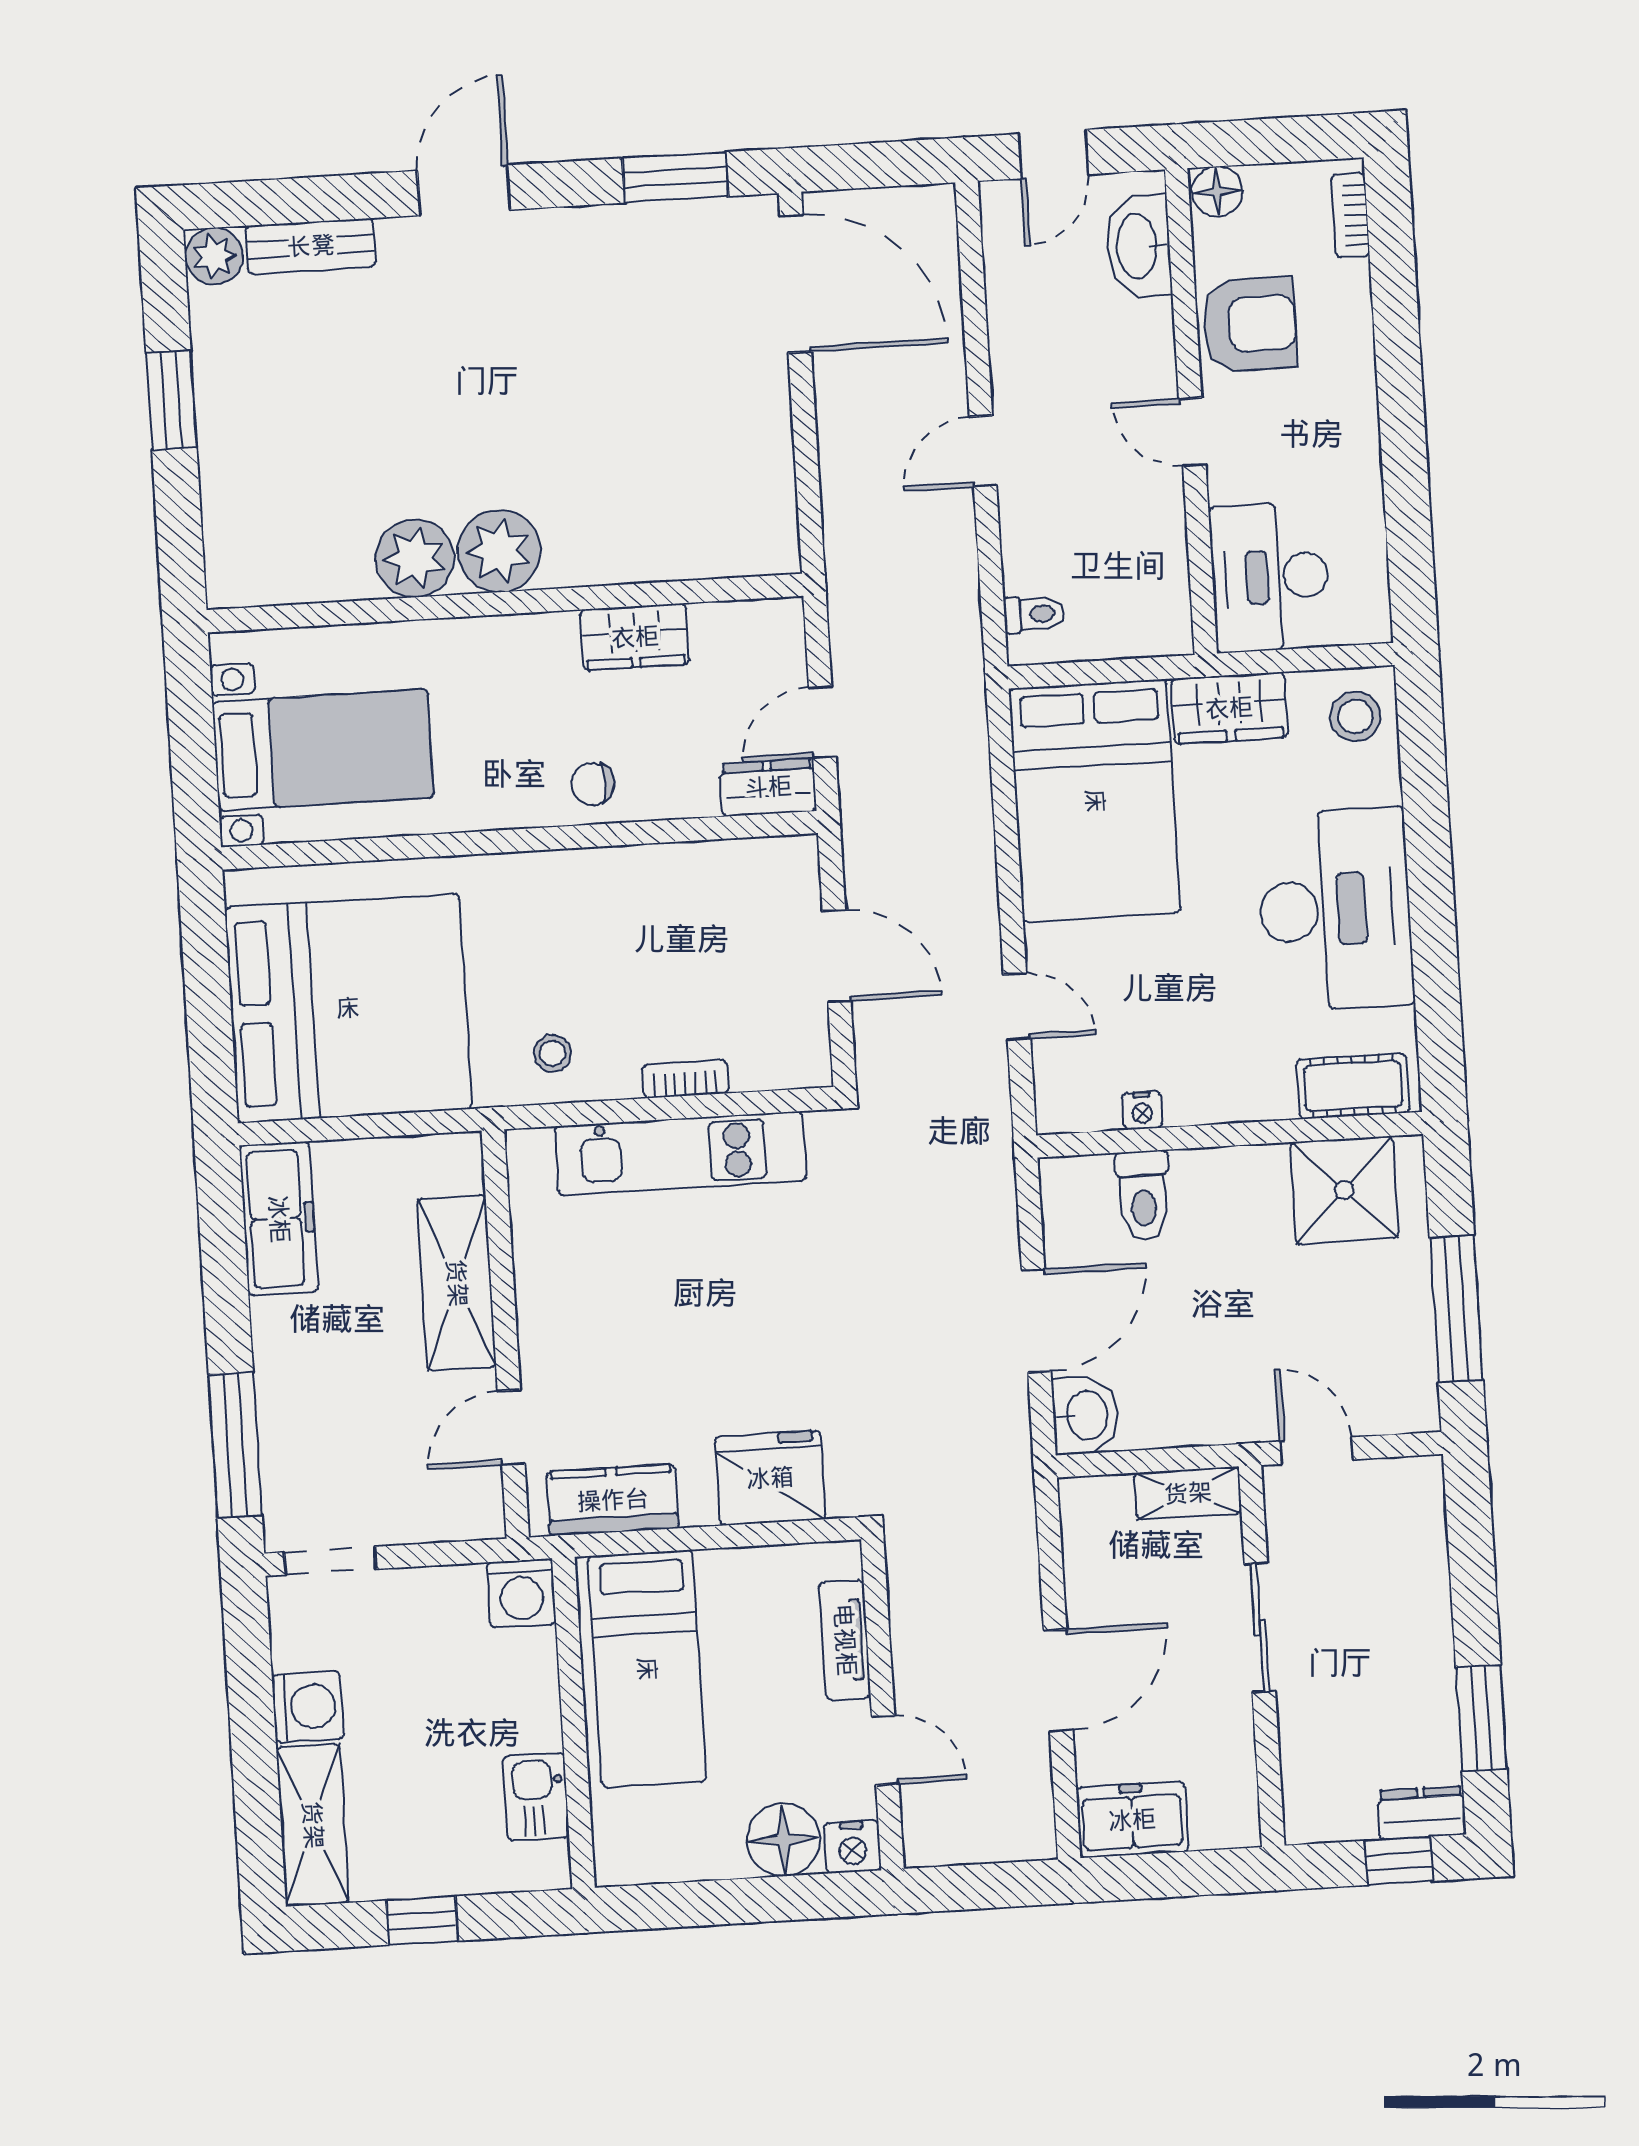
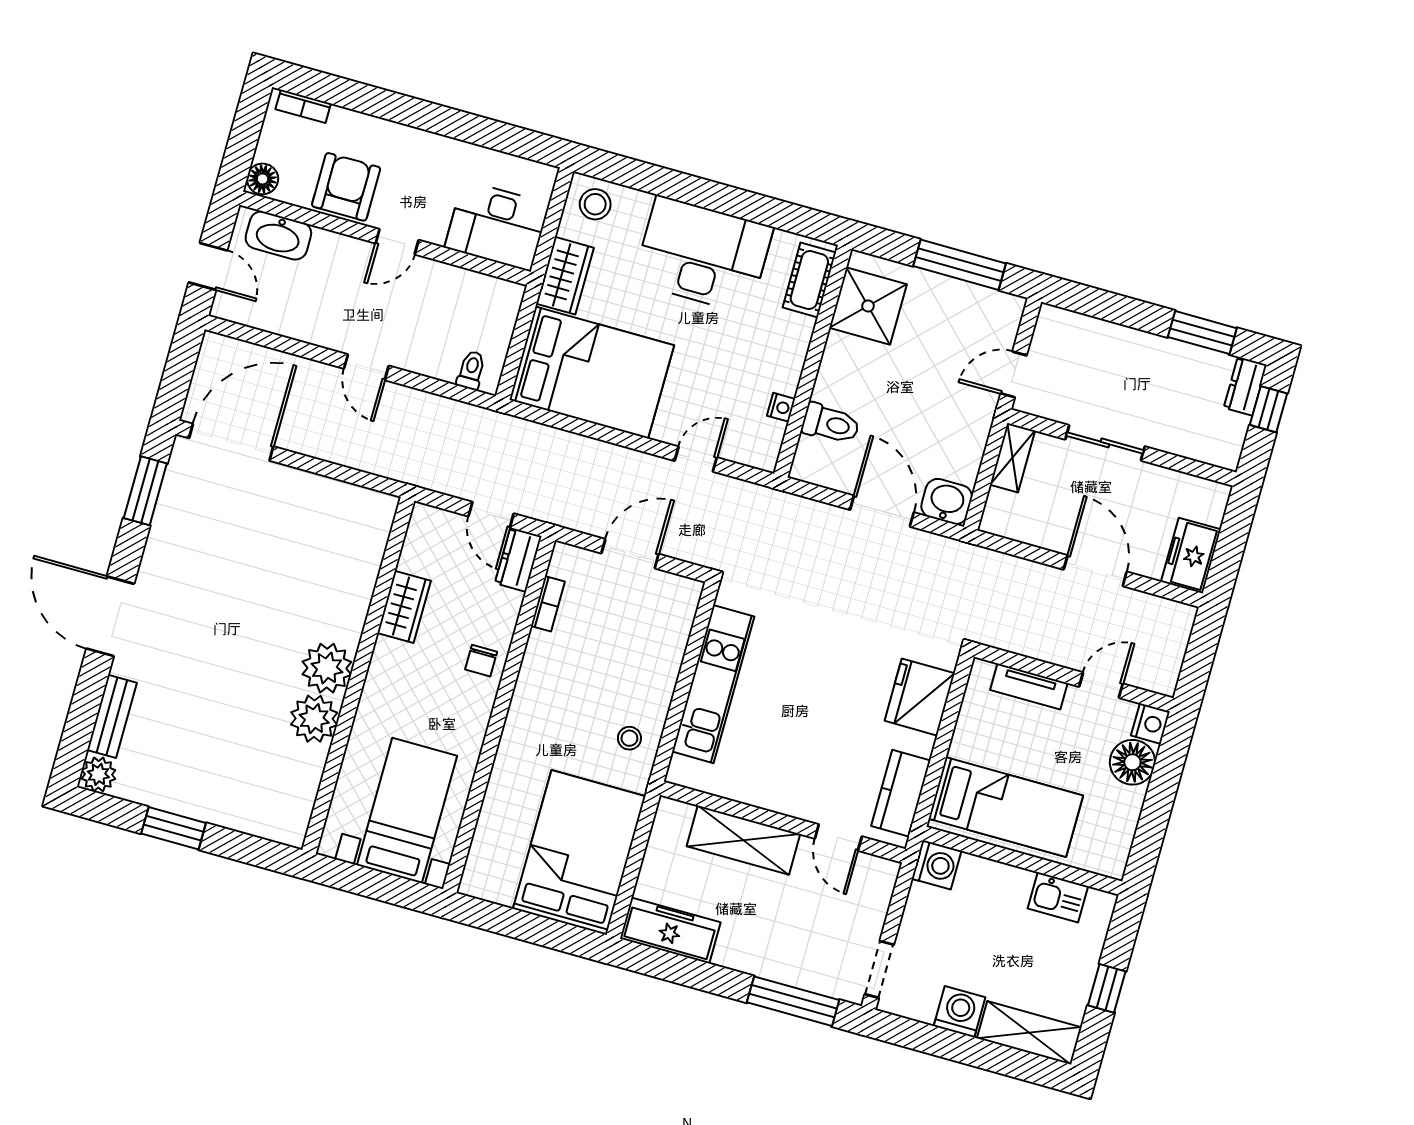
door: (464, 190) -> (110, 616), width x1.36
bed: (348, 1008) -> (579, 853), width x0.73
bookcase: (685, 1079) -> (548, 604), moved, turned 180

